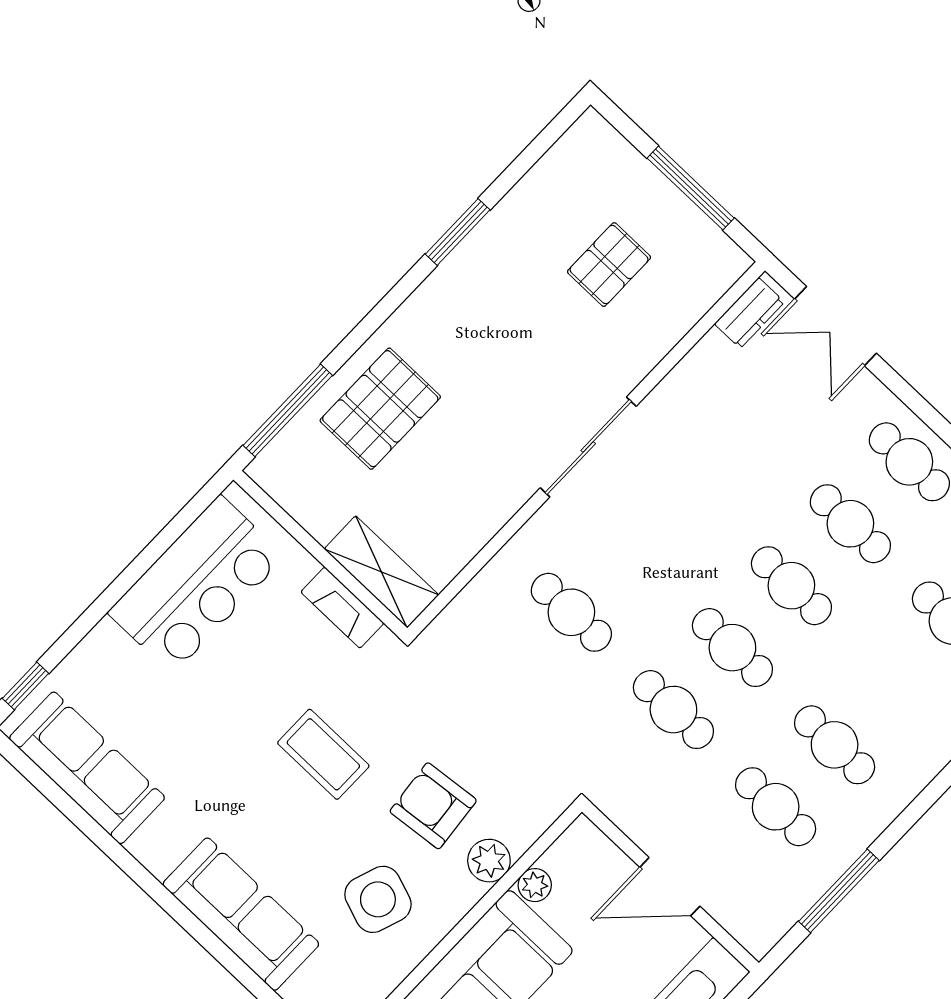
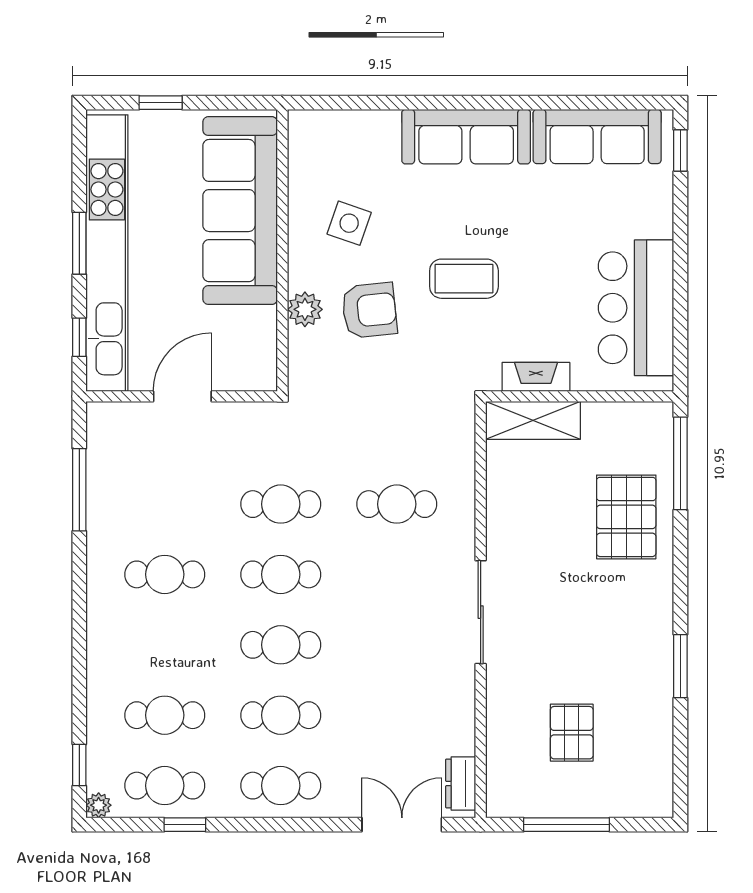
cafe table: (776, 807) -> (165, 504), removed
plant: (535, 885) -> (264, 321), removed
side table: (378, 899) -> (349, 223), width x0.73, depth x0.73
sofa: (241, 914) -> (466, 137), moved

